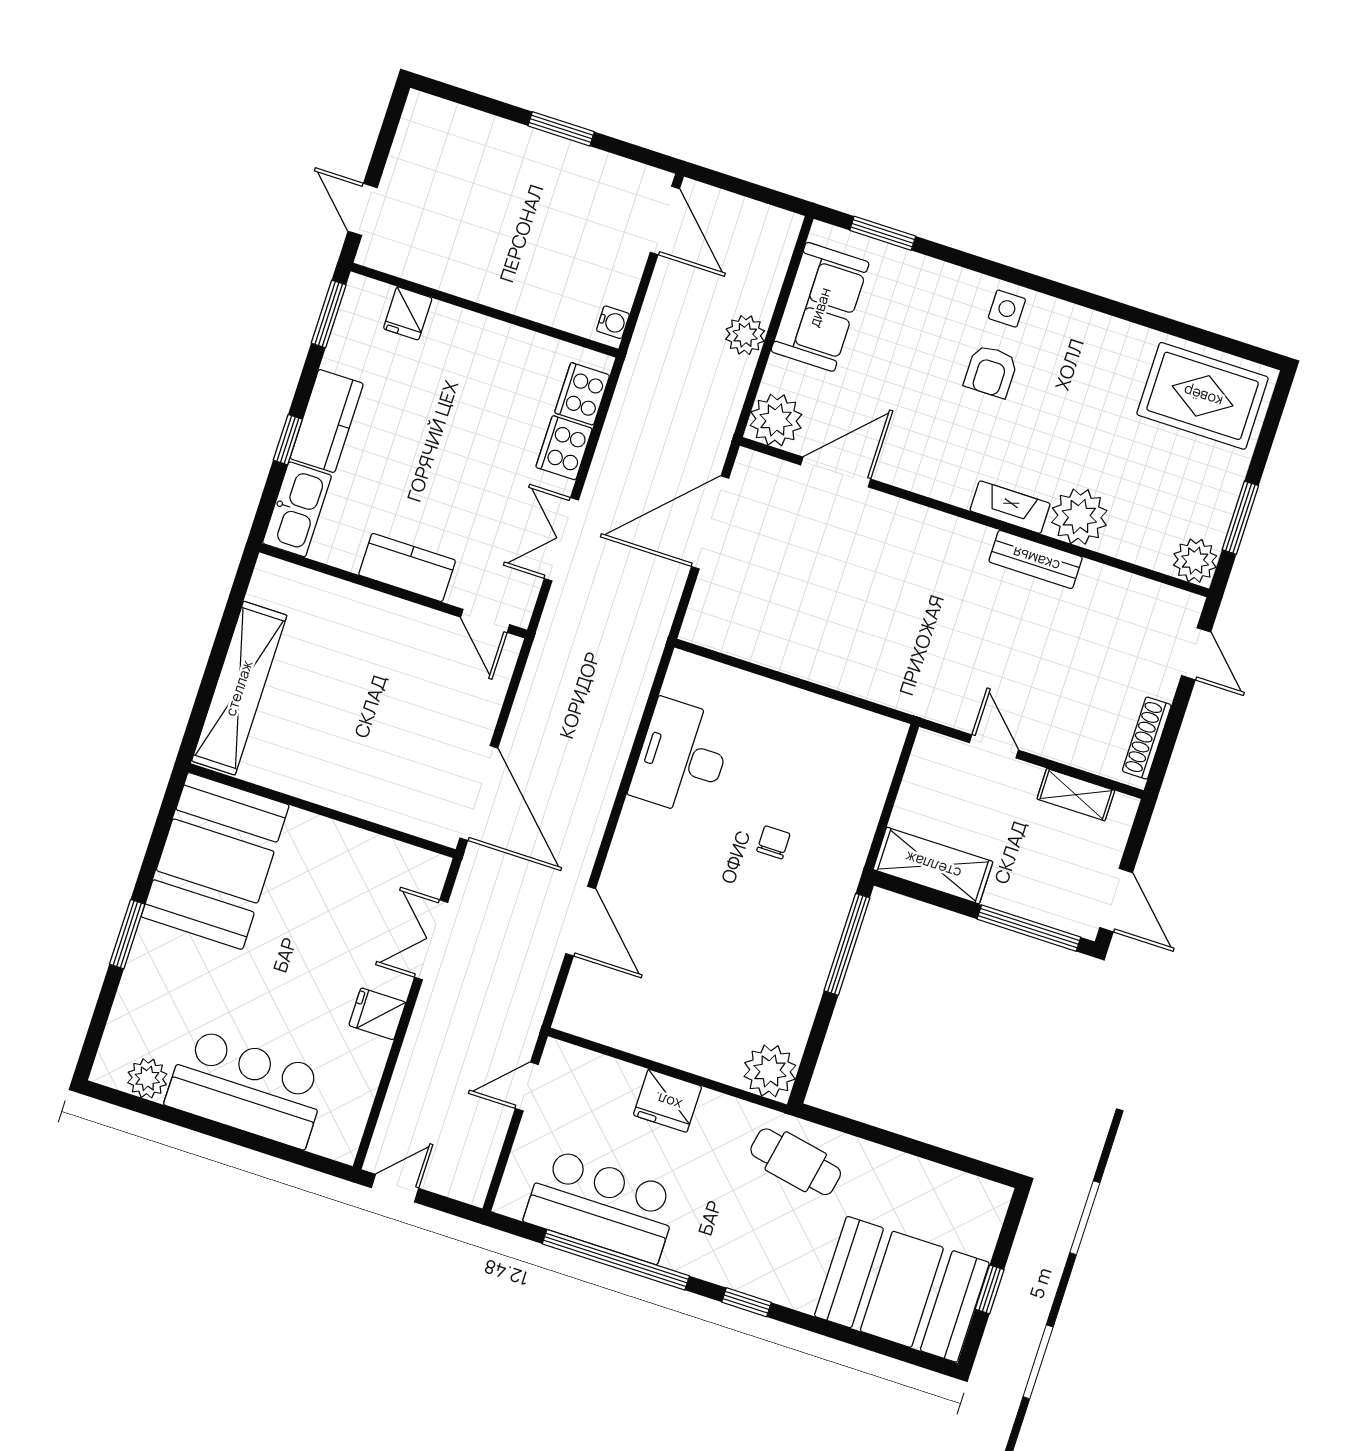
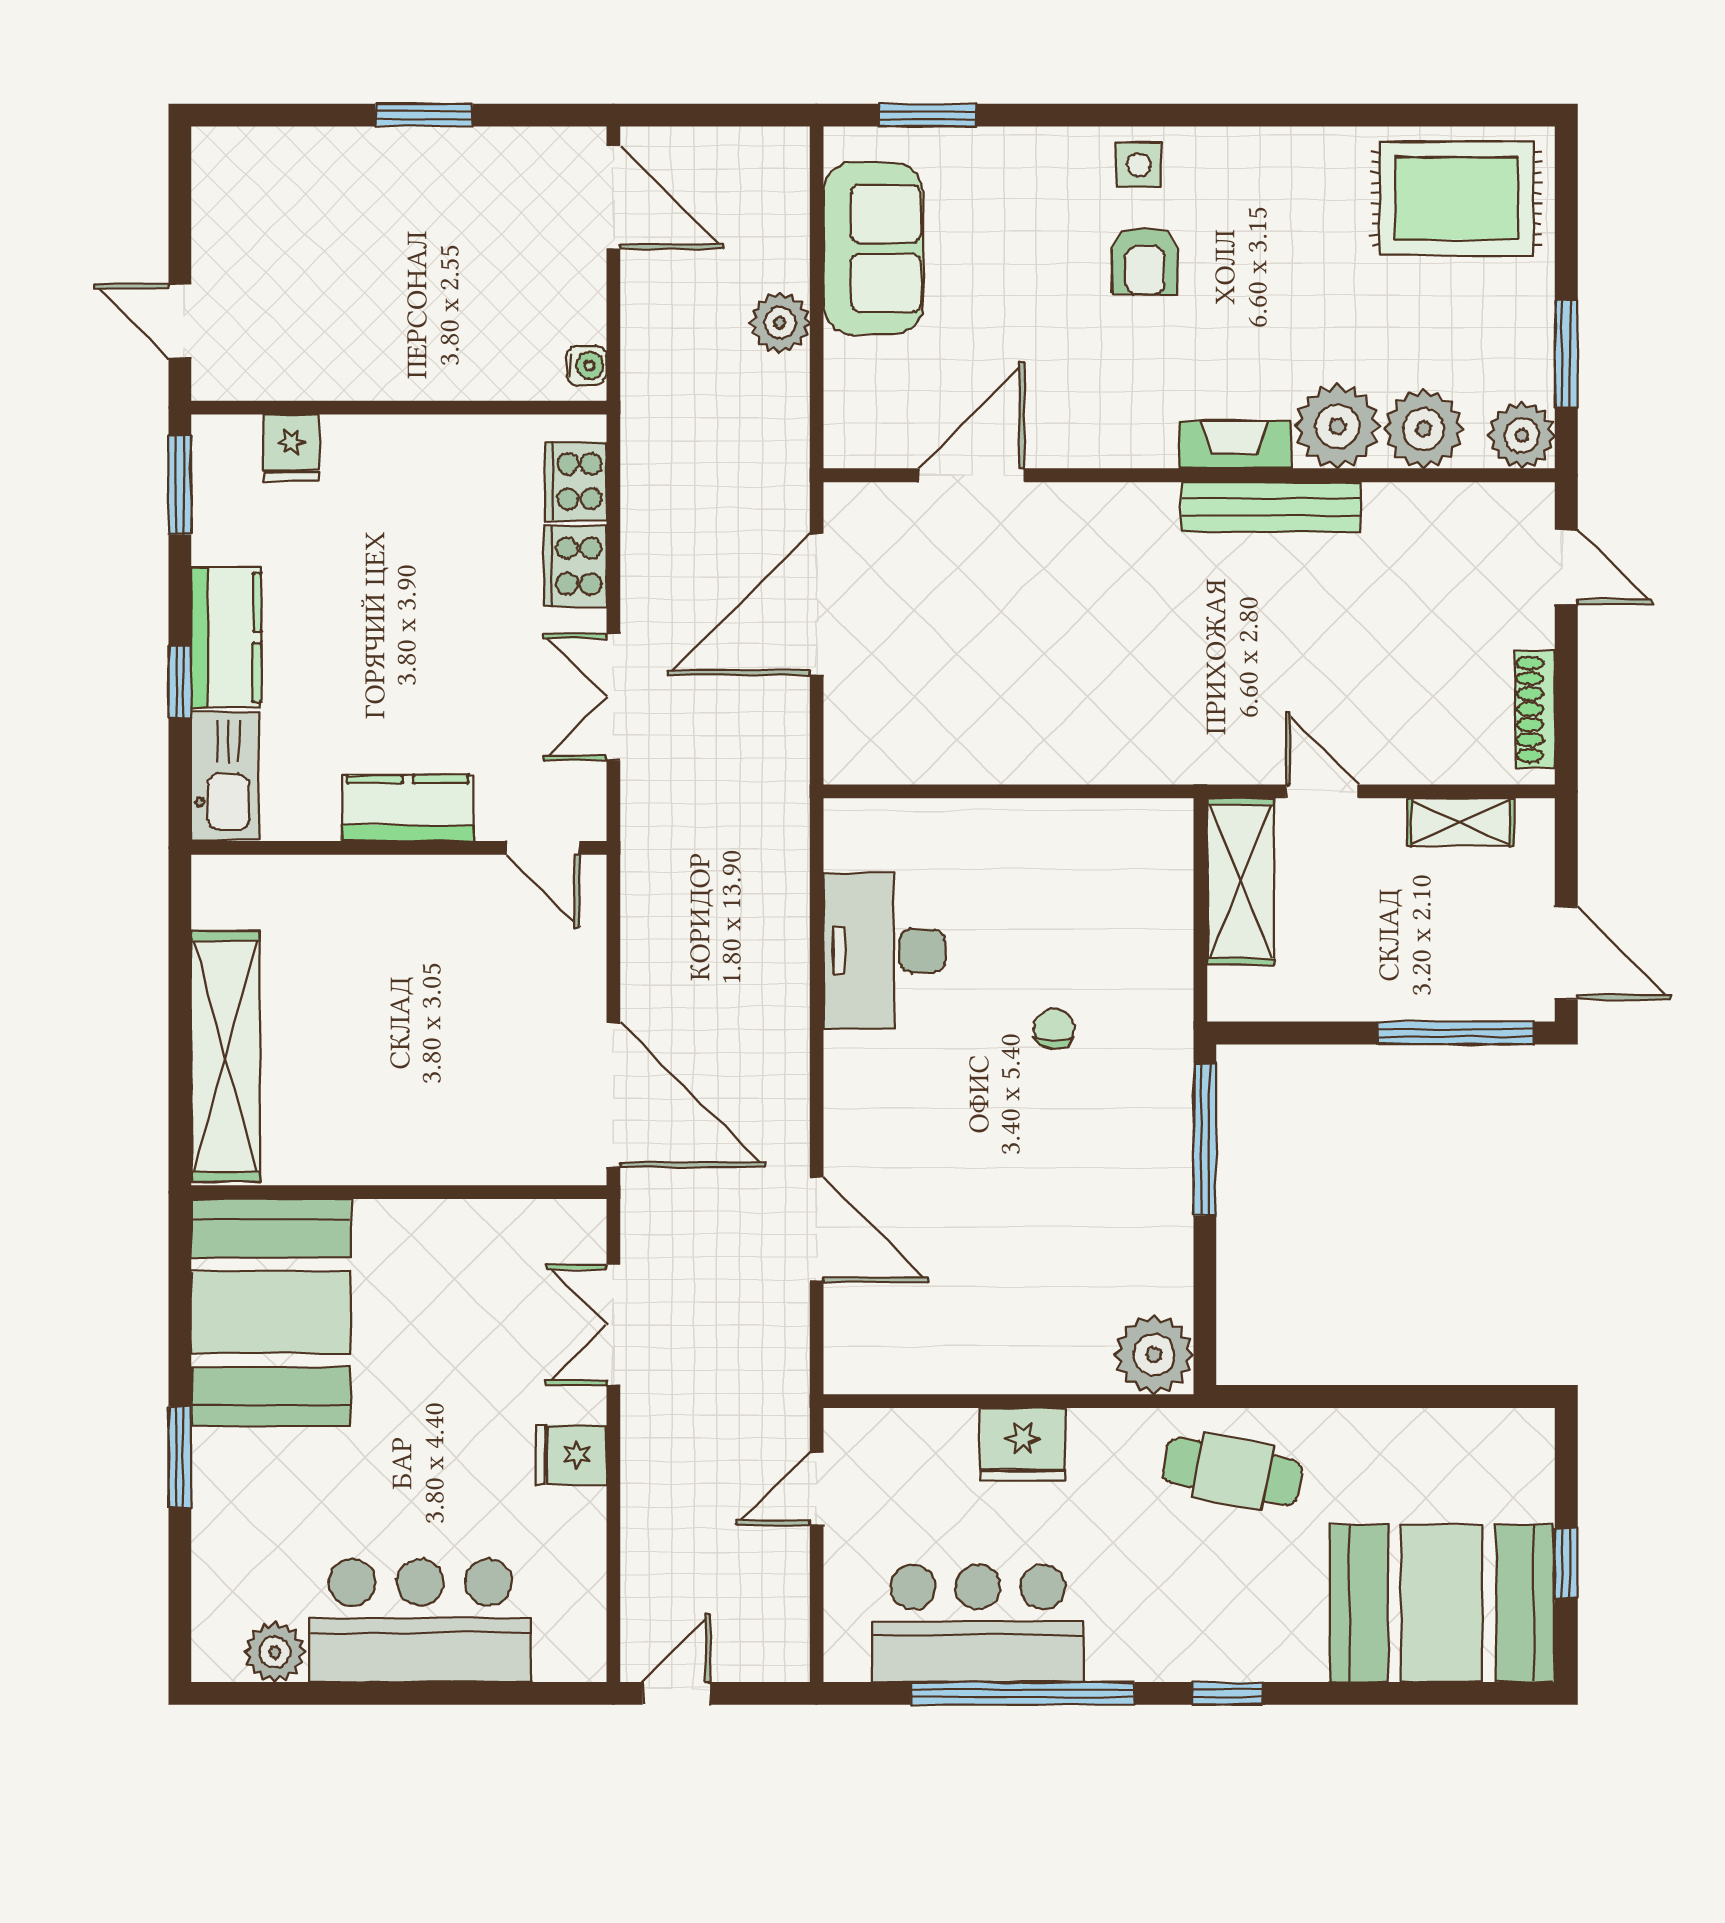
plant: (776, 420) -> (1424, 429), moved
bench: (1036, 559) -> (1271, 507), width x1.36
shelving: (933, 865) -> (1241, 881), moved, turned 90

